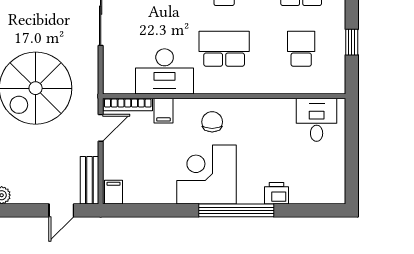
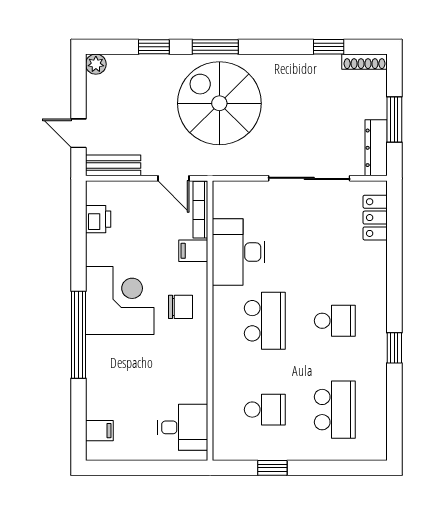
filing cabinet: (113, 192) -> (99, 431), moved
printer: (277, 193) -> (98, 219), moved

